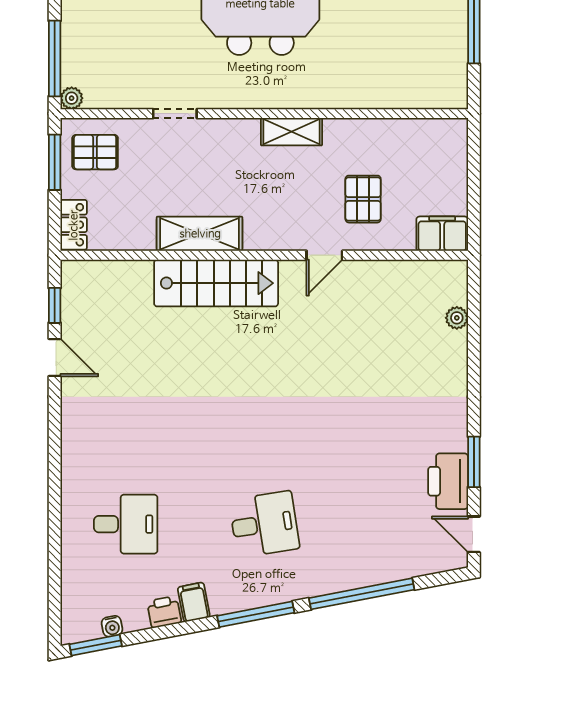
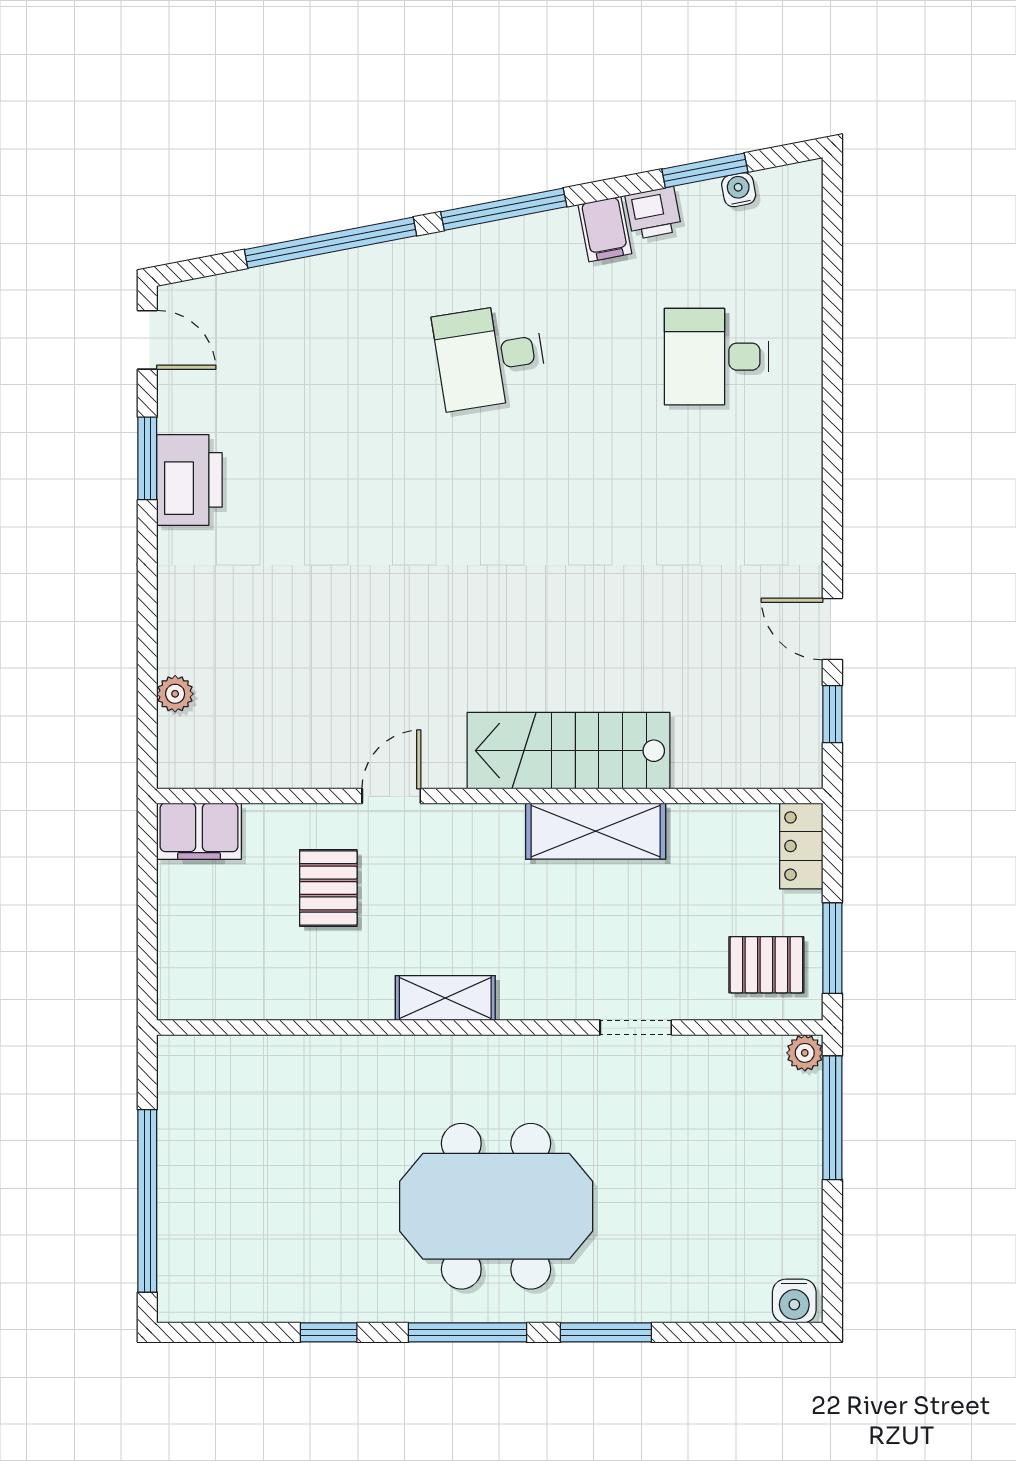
printer: (448, 481) -> (189, 480), moved
window: (96, 645) -> (705, 170), moved

